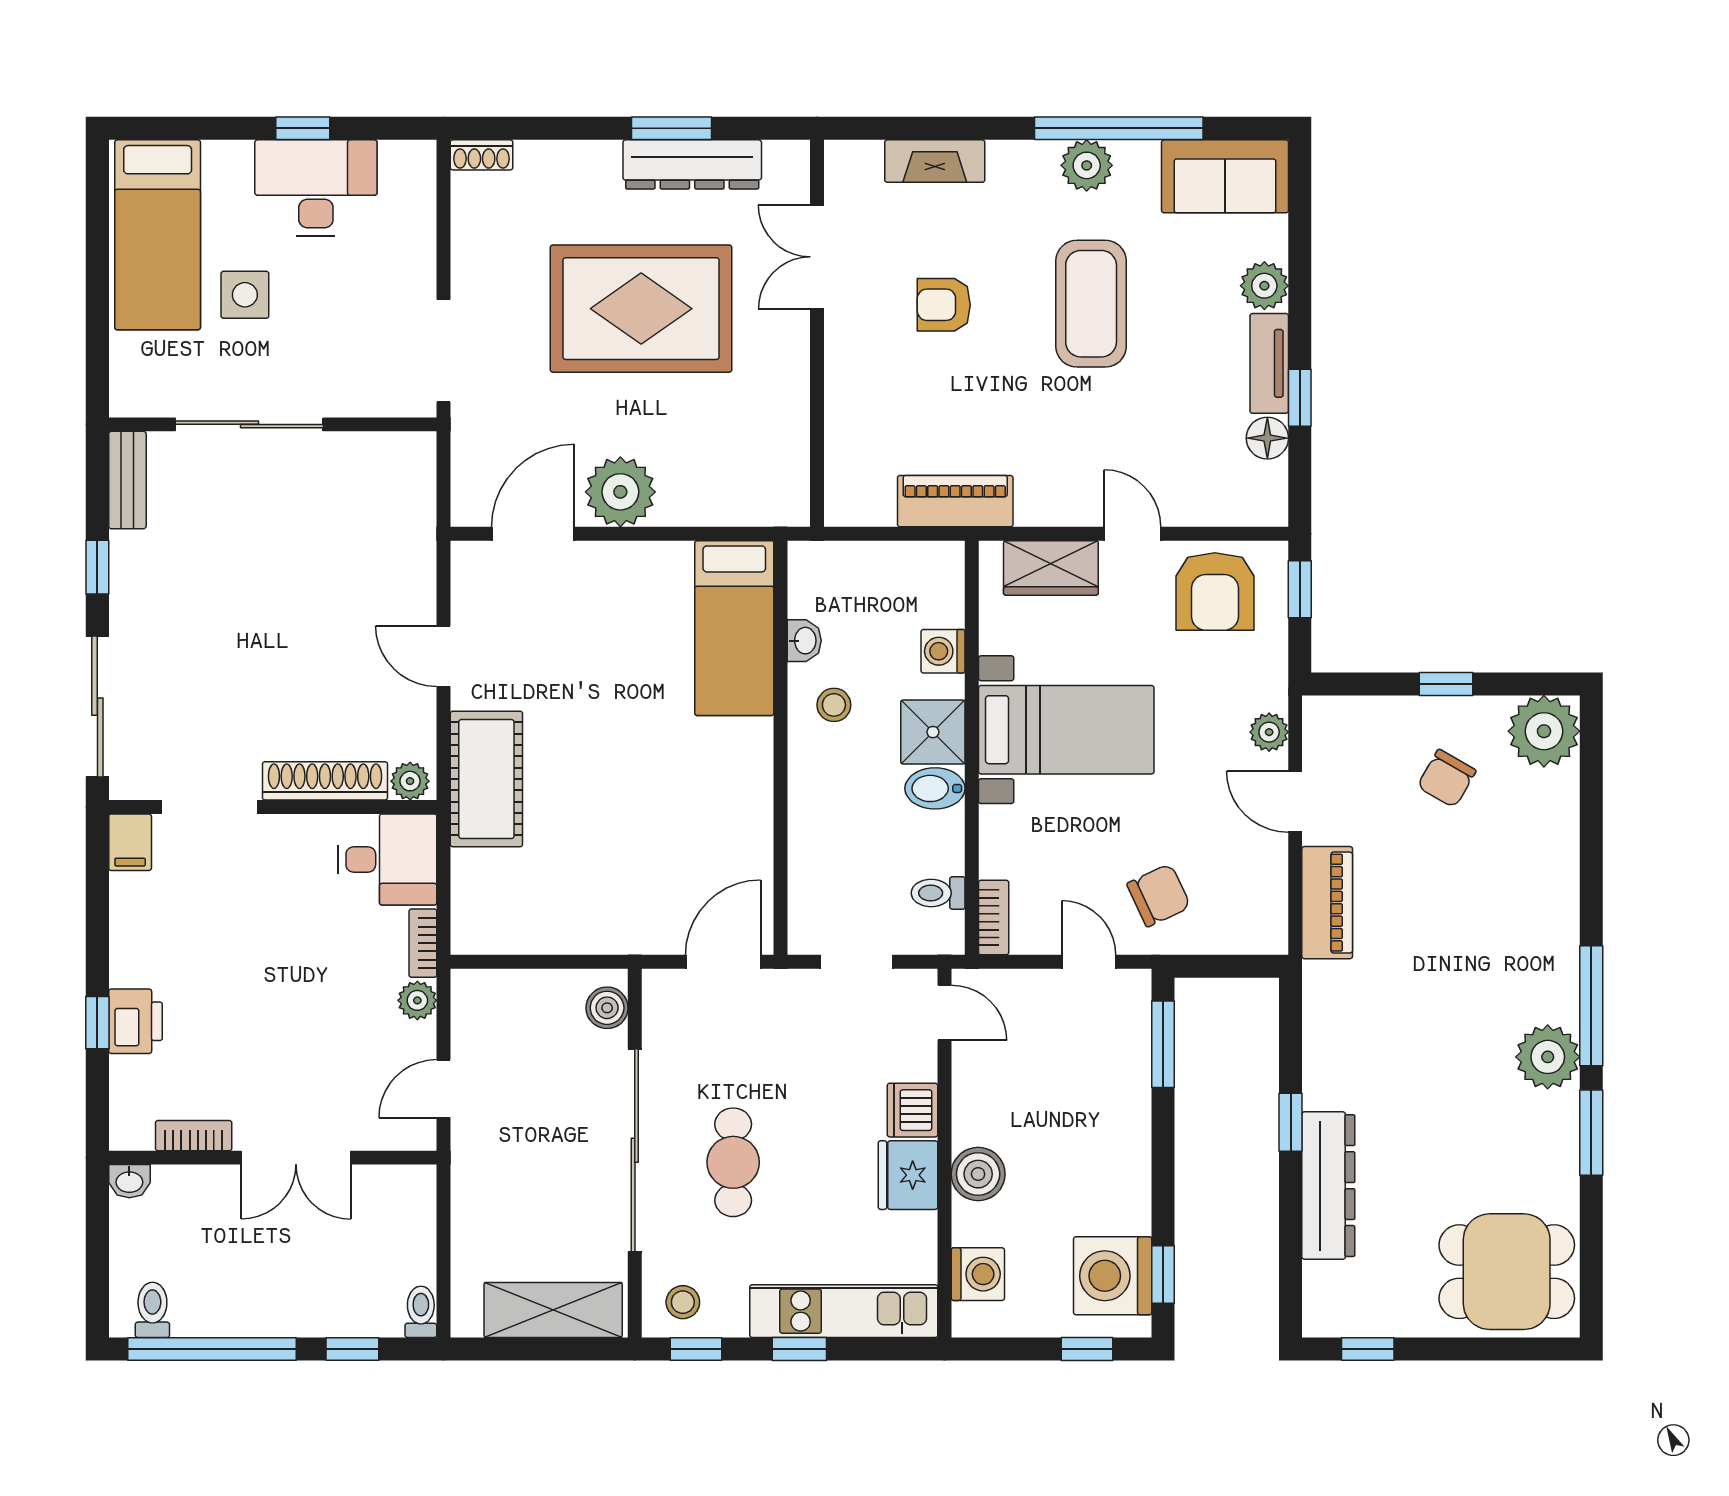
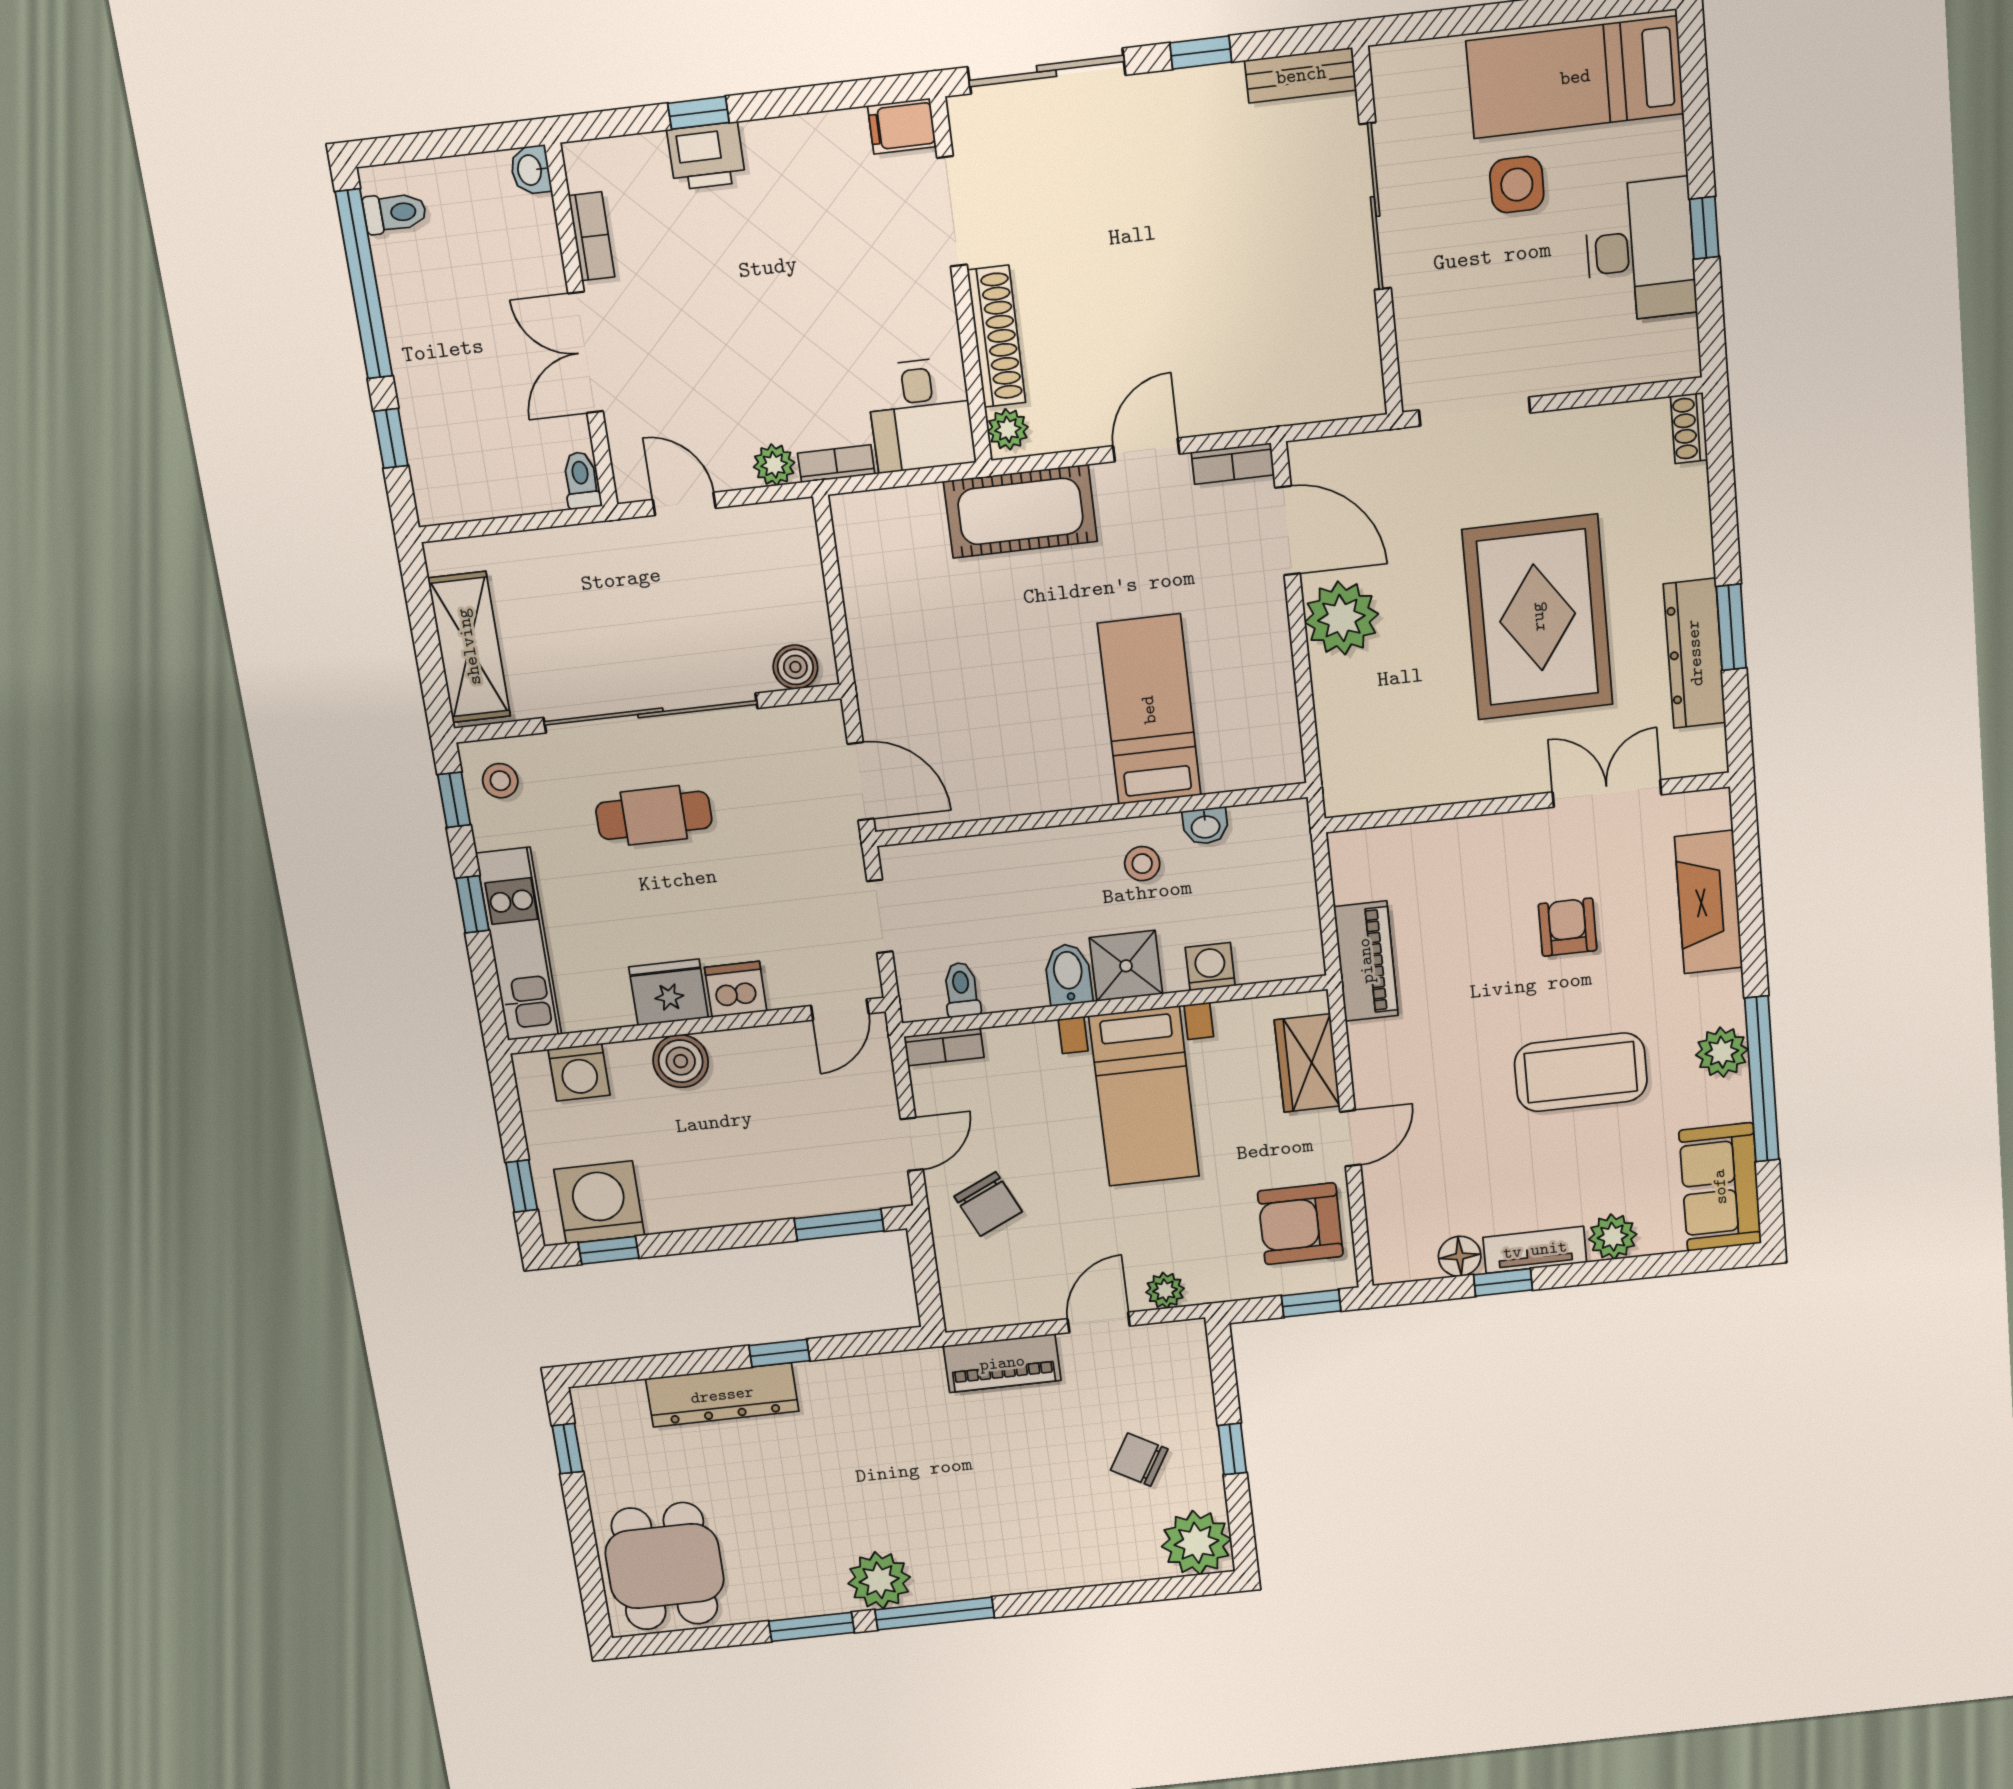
fireplace: (935, 161) -> (1709, 902), width x1.37, depth x1.32
bookcase: (465, 578) -> (1233, 464), added
bed: (734, 628) -> (1149, 710), moved, turned 90
toilet: (421, 1312) -> (581, 480), moved, turned -90

